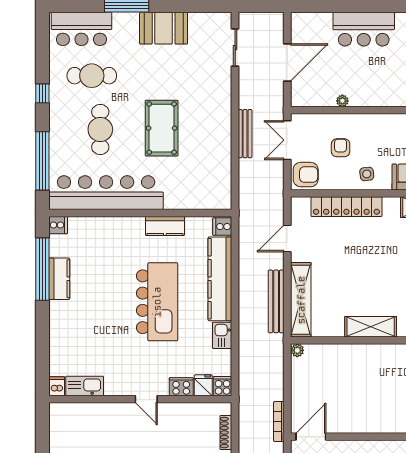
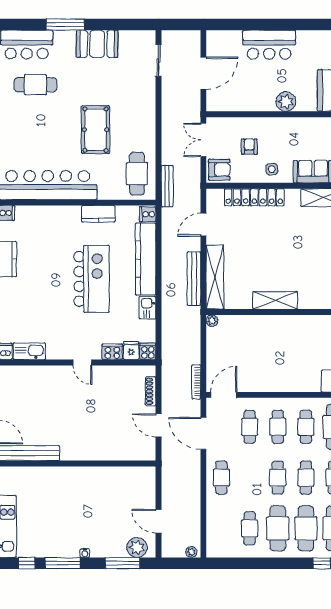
plant: (342, 101) -> (286, 102), moved, width x1.87, depth x1.87
cafe table: (100, 129) -> (137, 174), moved
bench: (245, 134) -> (167, 186), moved

